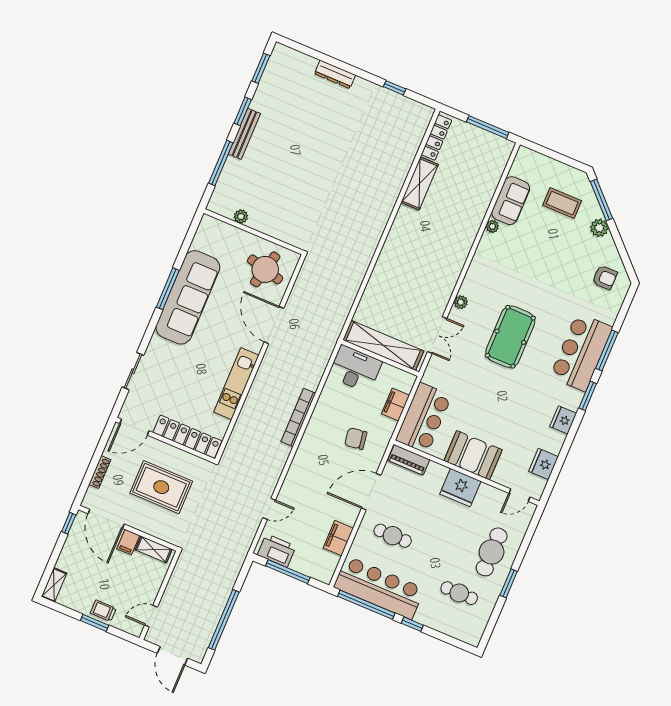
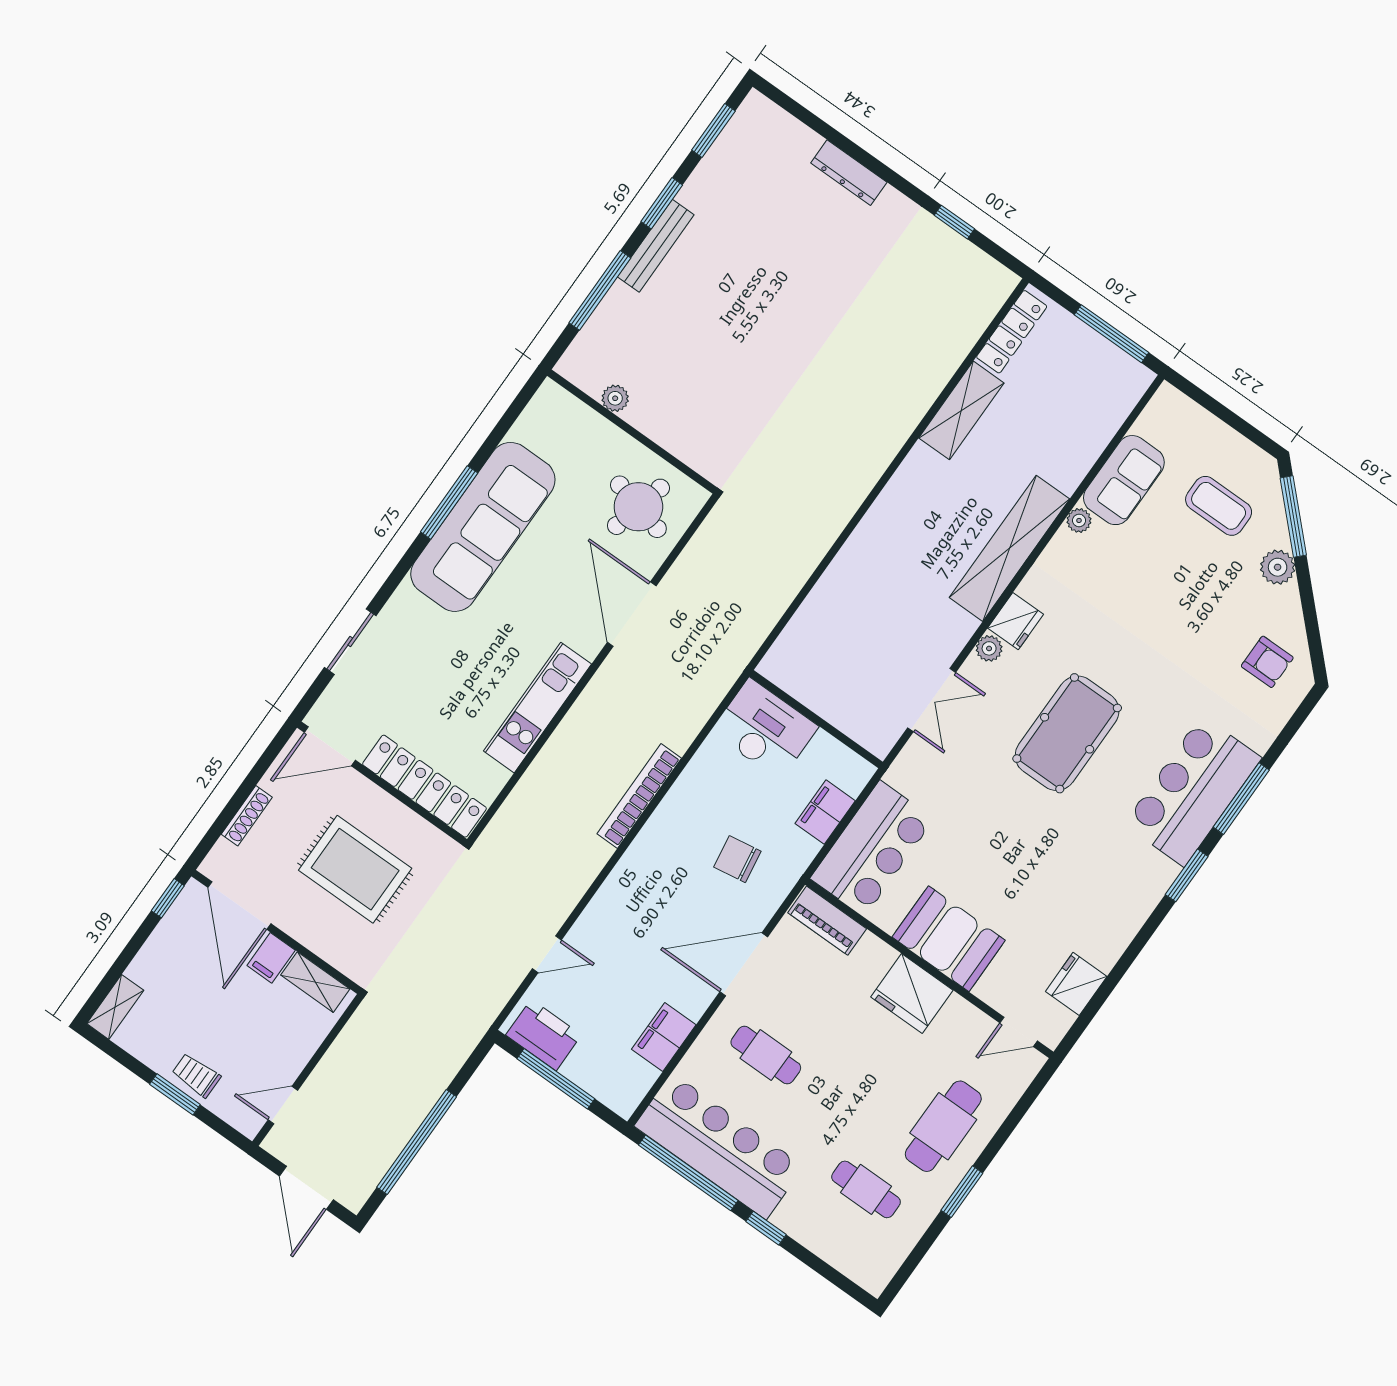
shelving: (383, 345) -> (1010, 548), moved, turned 90
fridge: (563, 420) -> (1016, 621), moved, turned 180

